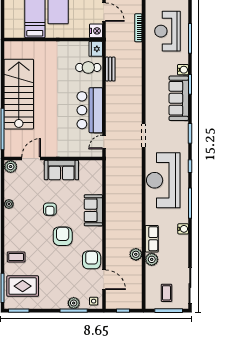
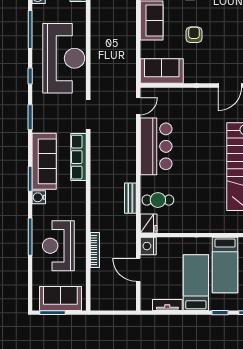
reception desk: (167, 31) -> (58, 246), turned 180
row of seats: (151, 102) -> (79, 157), added
sofa: (61, 170) -> (162, 71), moved
armchair: (50, 209) -> (194, 35), moved

